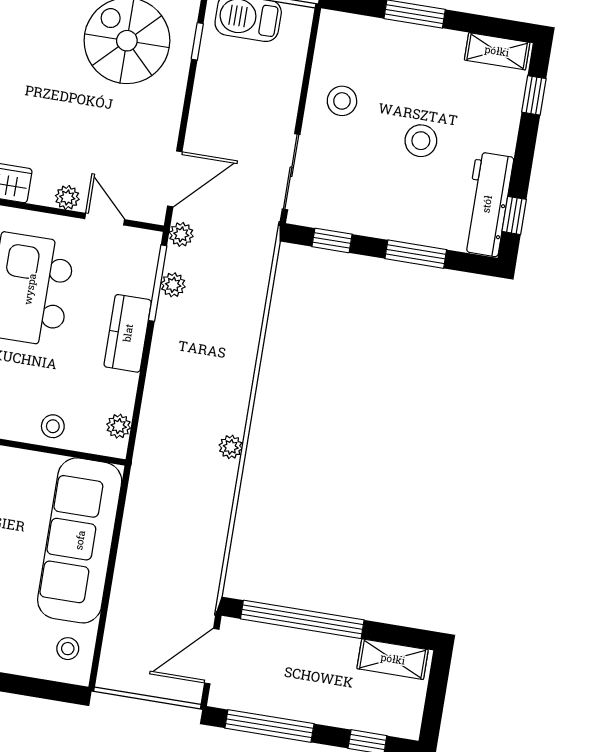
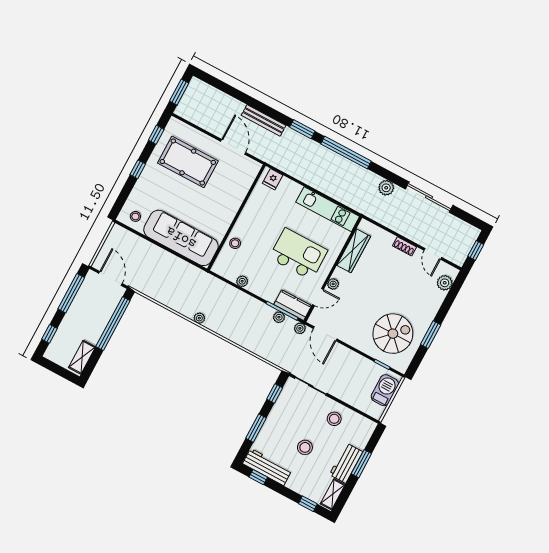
workbench: (424, 46) -> (346, 463), added
kitchen counter: (128, 333) -> (293, 305), moved
plant: (119, 426) -> (242, 281), moved

